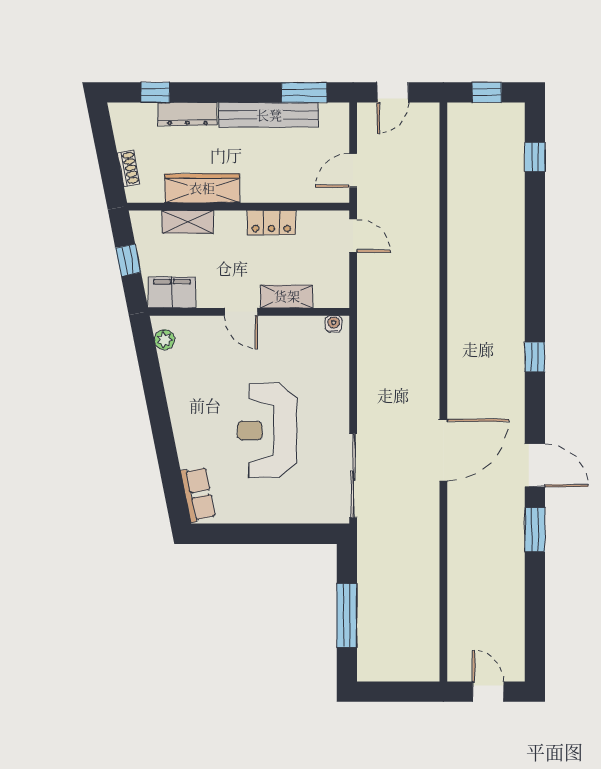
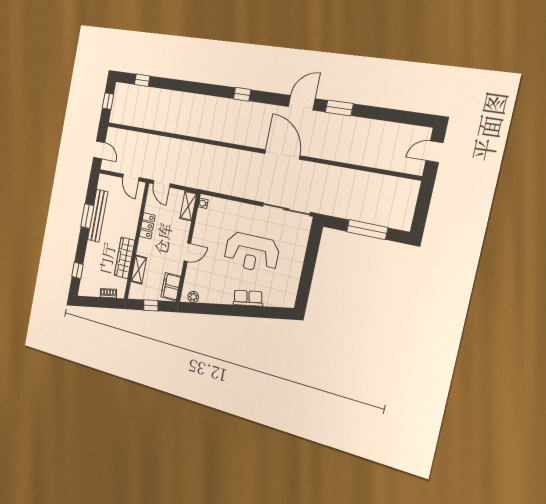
window: (304, 92) -> (87, 216), moved
dresser: (187, 114) -> (90, 257), removed
door: (353, 236) -> (162, 184), swing flipped
shelving: (287, 296) -> (188, 206), moved
row of seats: (198, 494) -> (248, 298), moved

